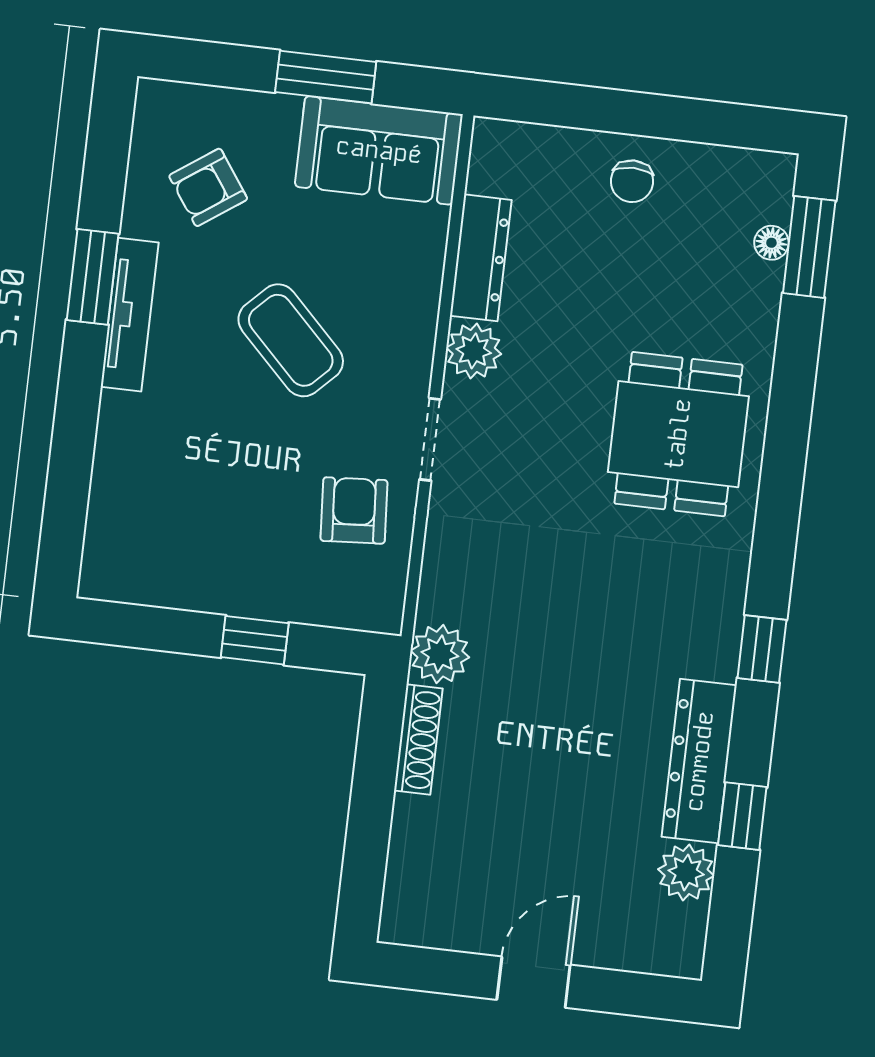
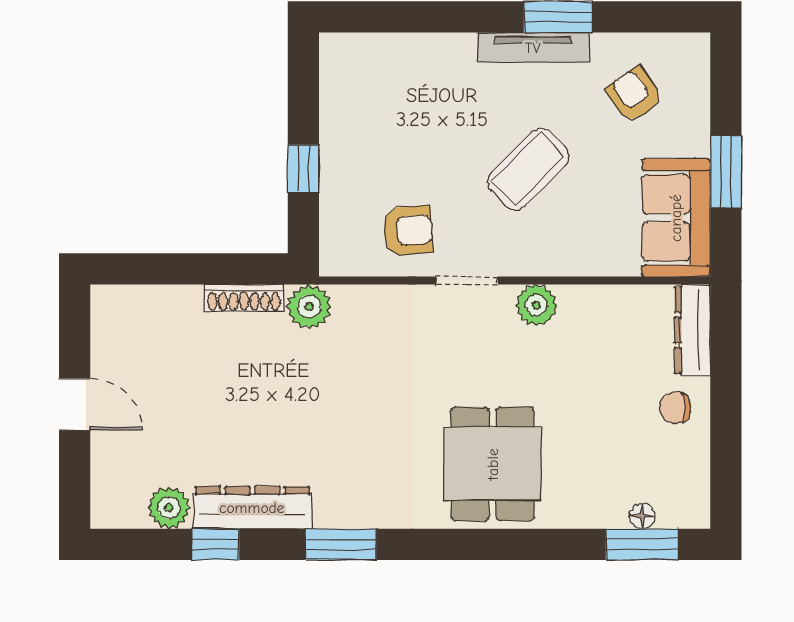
dresser: (481, 258) -> (693, 330), moved, turned 90
dining table: (678, 434) -> (493, 464), turned 90
window: (762, 649) -> (341, 544), width x1.50

